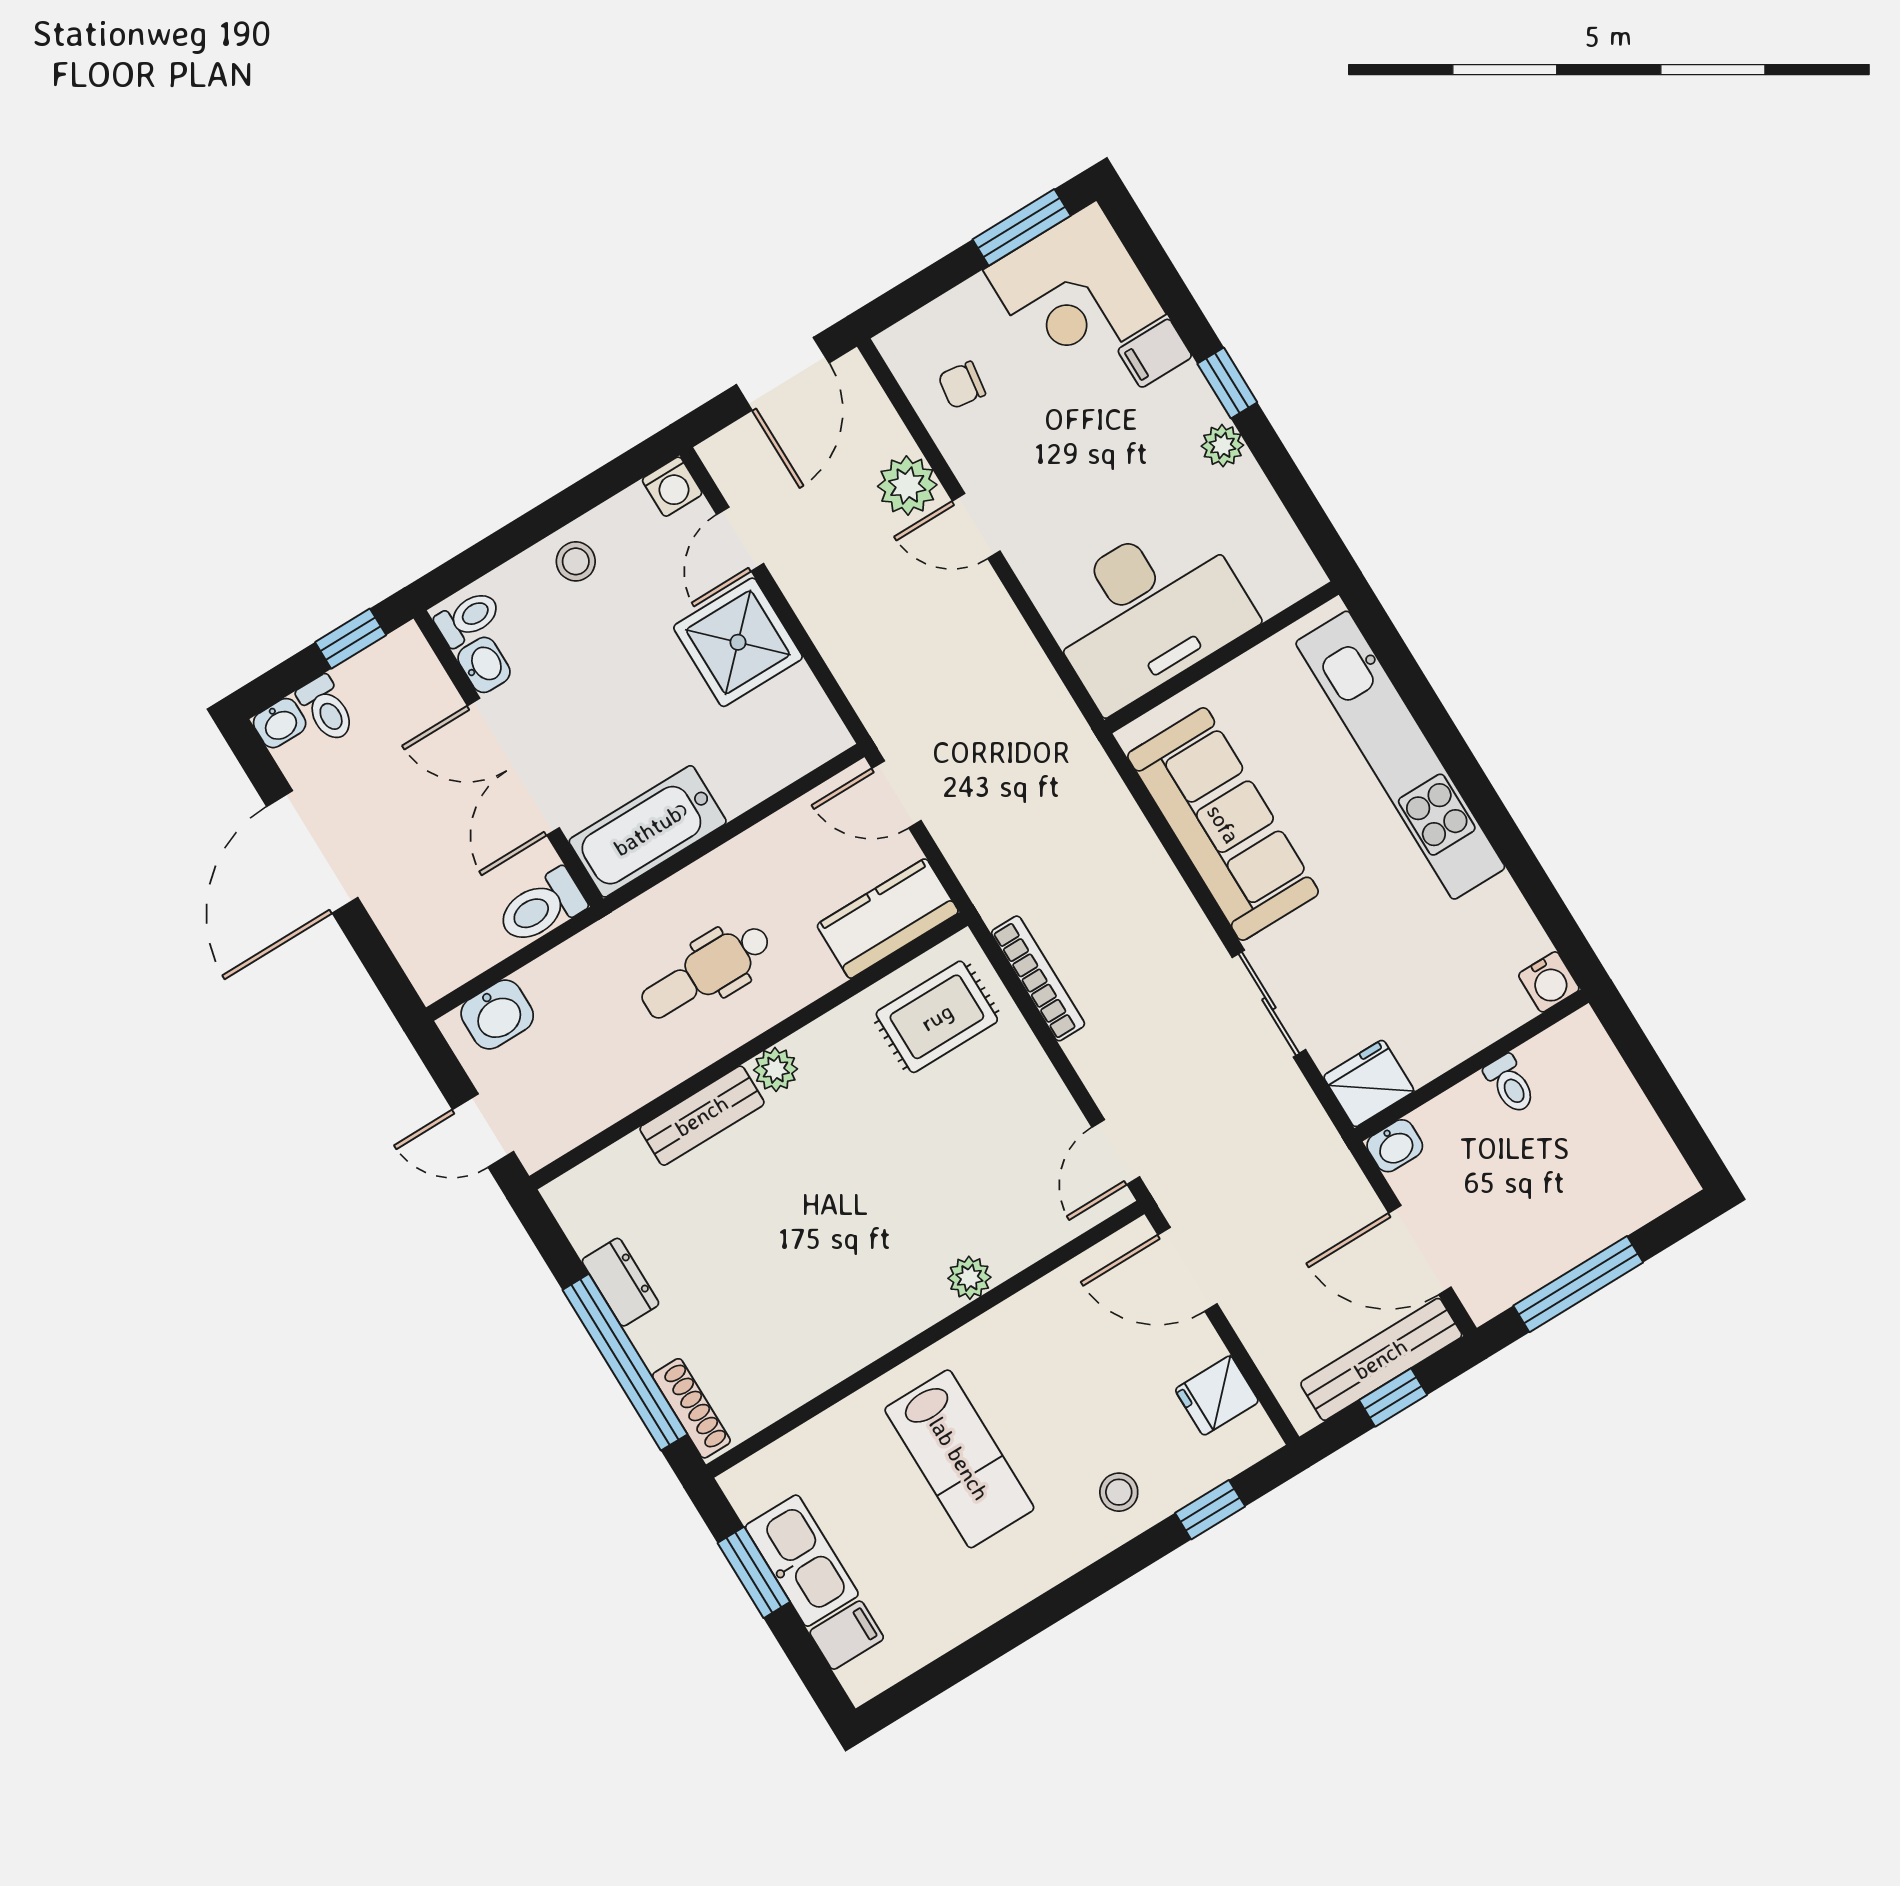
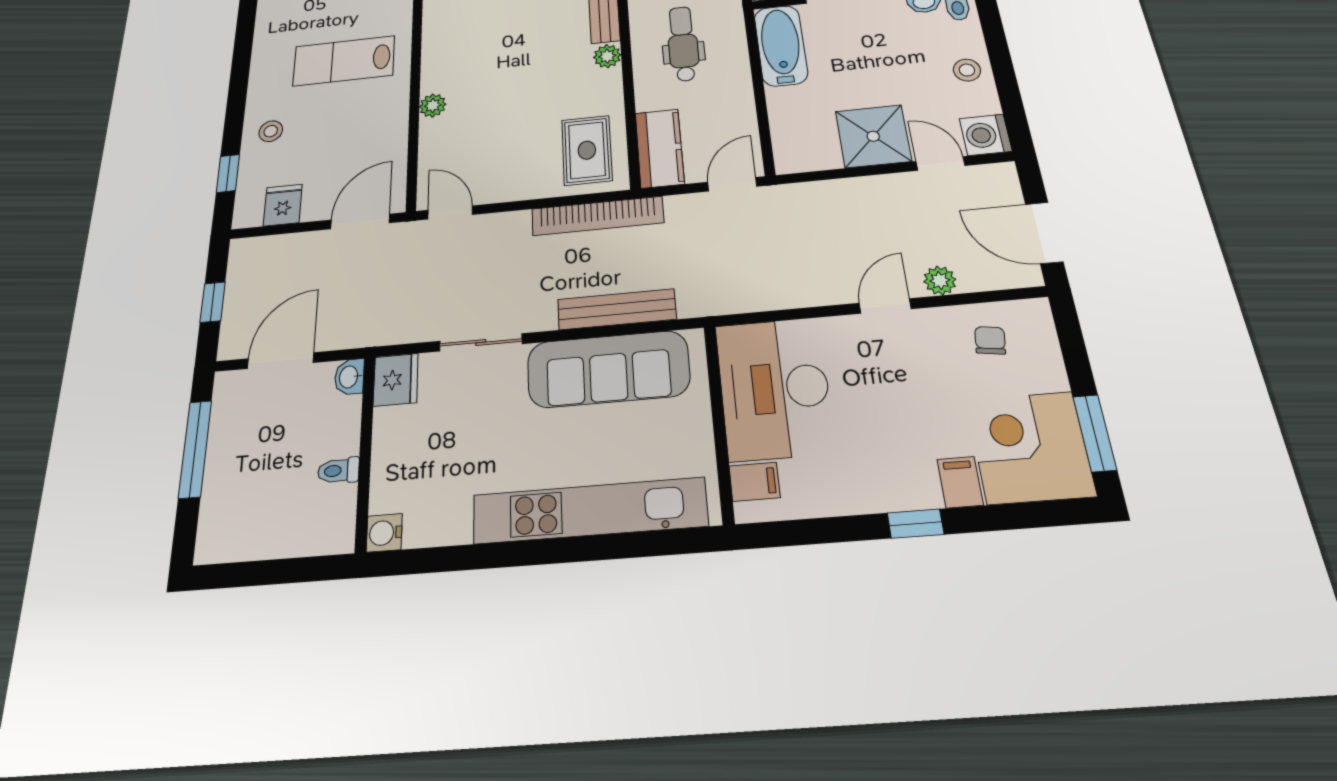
plant: (1222, 446) -> (870, 497), removed
plant: (907, 485) -> (940, 281), width x0.73, depth x0.73
washing machine: (672, 487) -> (986, 135), width x1.38, depth x1.38
filing cabinet: (1271, 582) -> (755, 482), added
bookcase: (1038, 978) -> (597, 216), width x1.48, depth x1.31
bench: (1381, 1359) -> (617, 309), moved, turned 90

